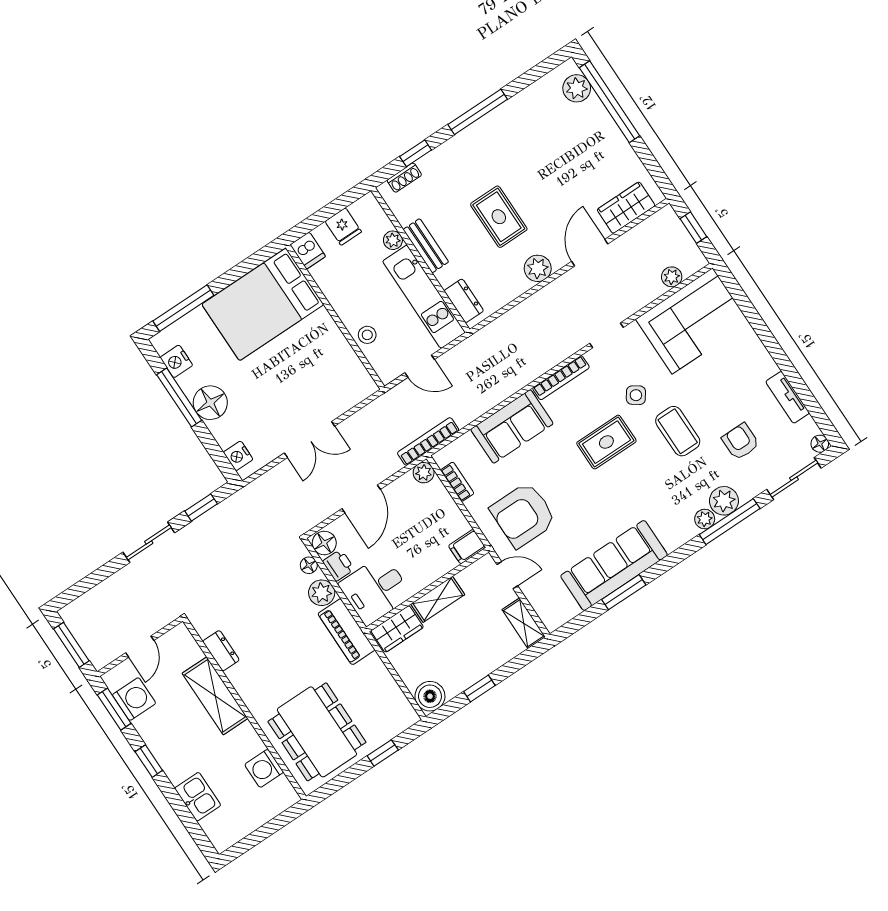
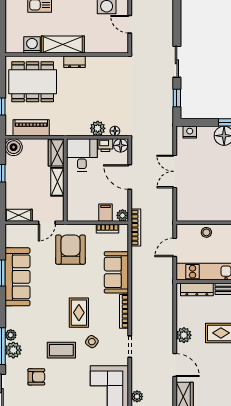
dresser: (464, 301) -> (197, 289), width x1.44
filing cabinet: (467, 547) -> (105, 213), moved
piano: (346, 632) -> (31, 128), moved
dresser: (221, 651) -> (75, 62), moved
shelving: (215, 696) -> (63, 45), moved

